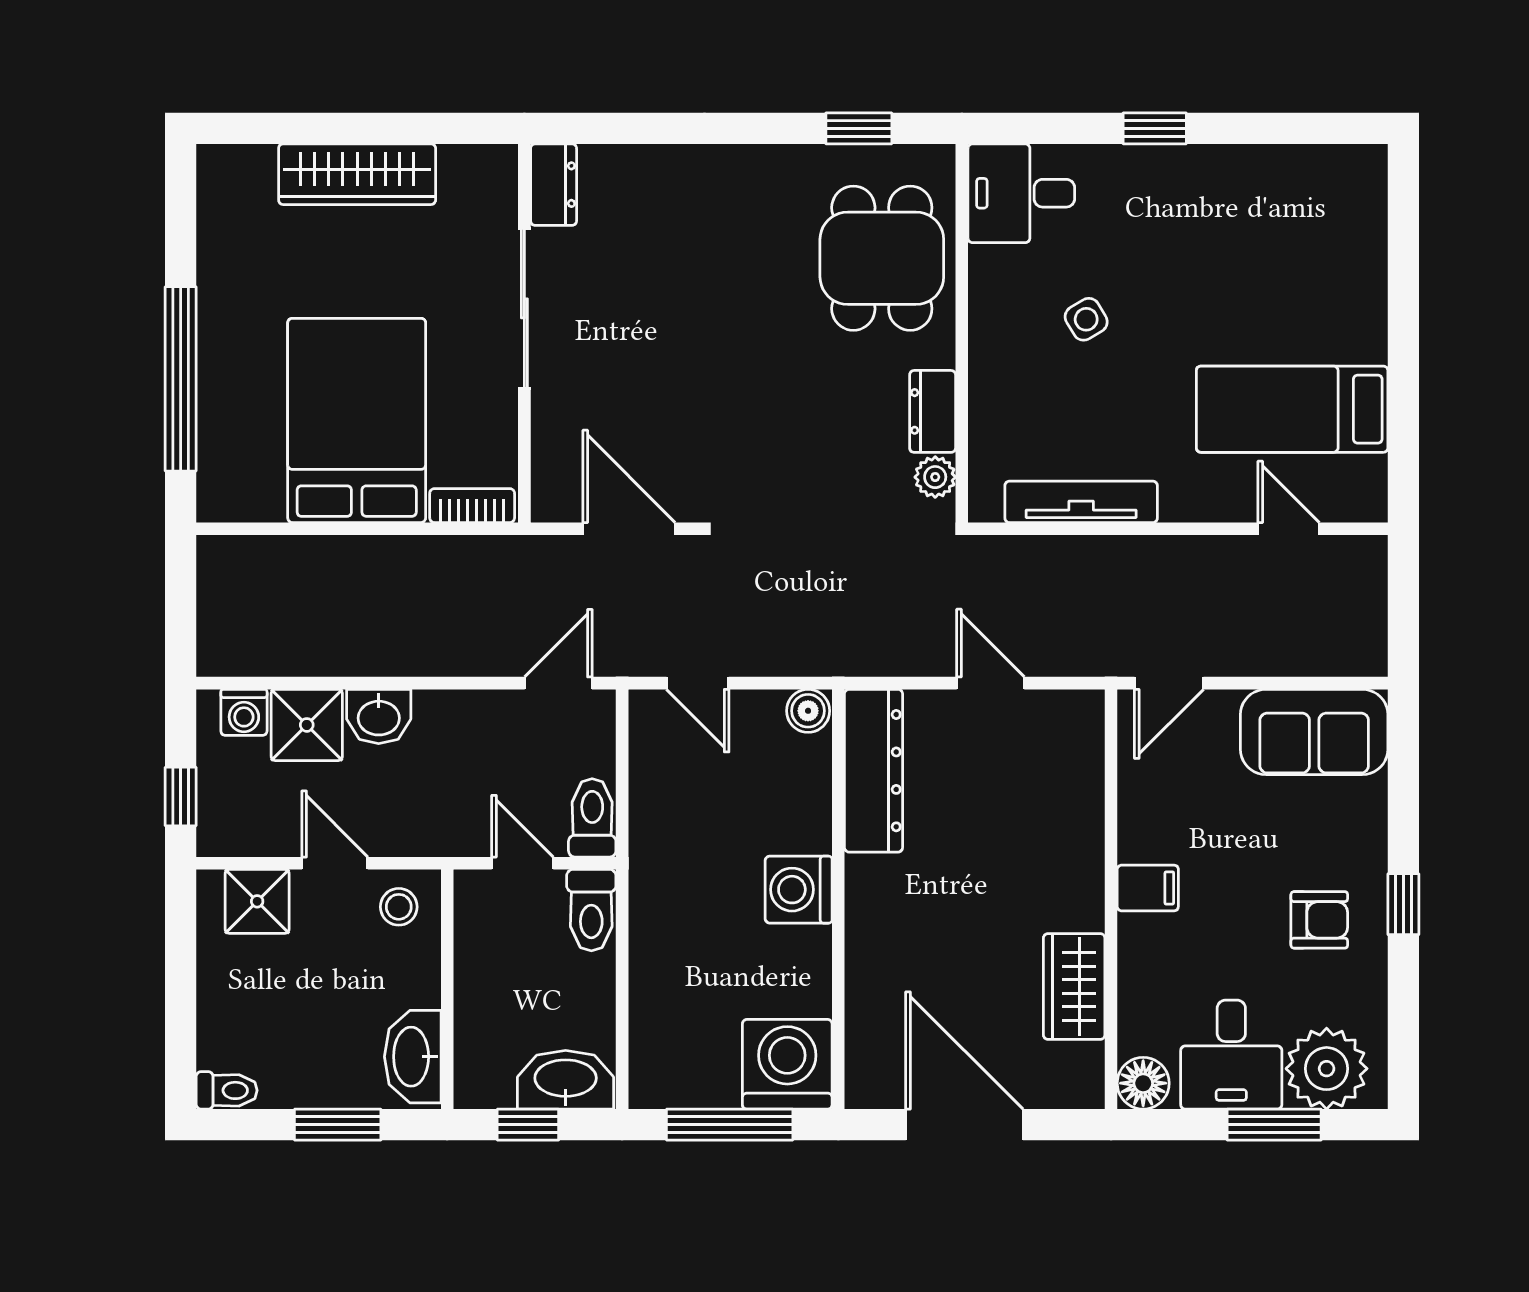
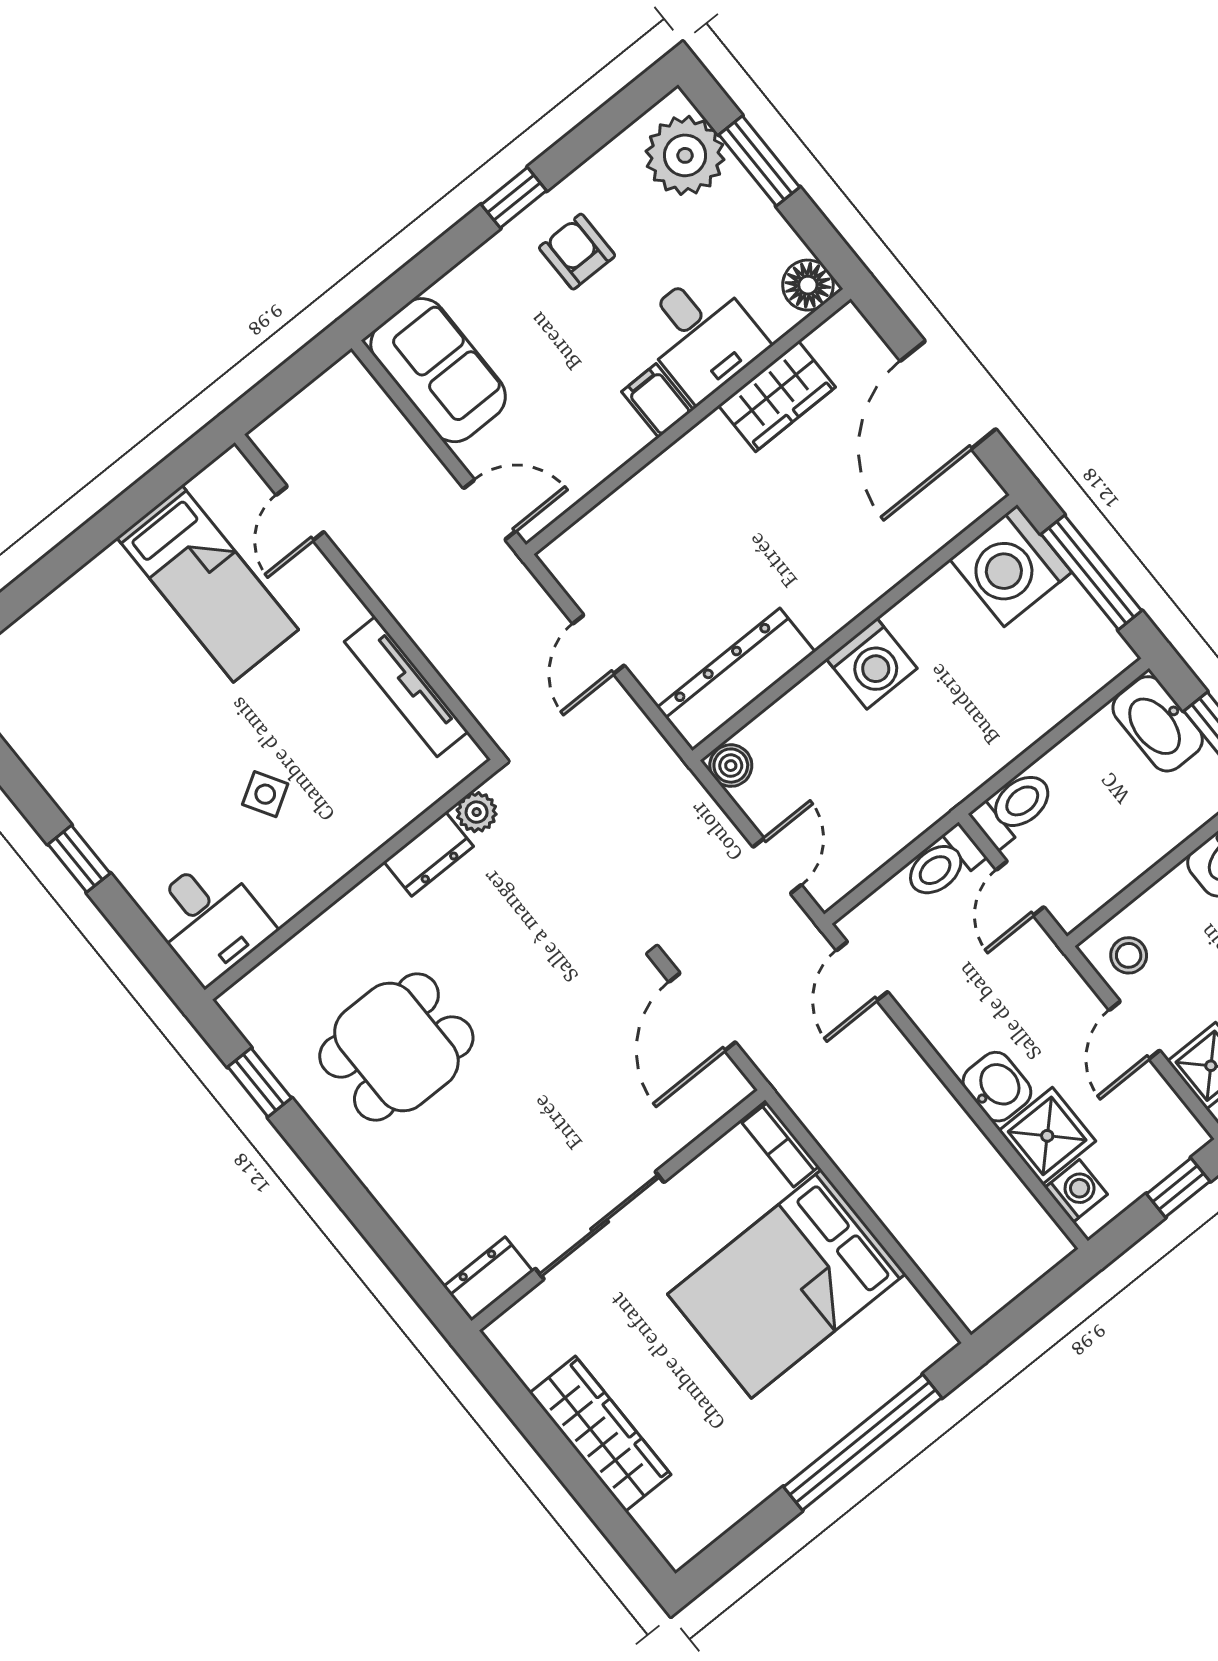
dining table: (882, 258) -> (396, 1047), moved
door: (558, 683) -> (862, 971), hinge flipped
desk: (1231, 1055) -> (702, 335), moved, turned 90

